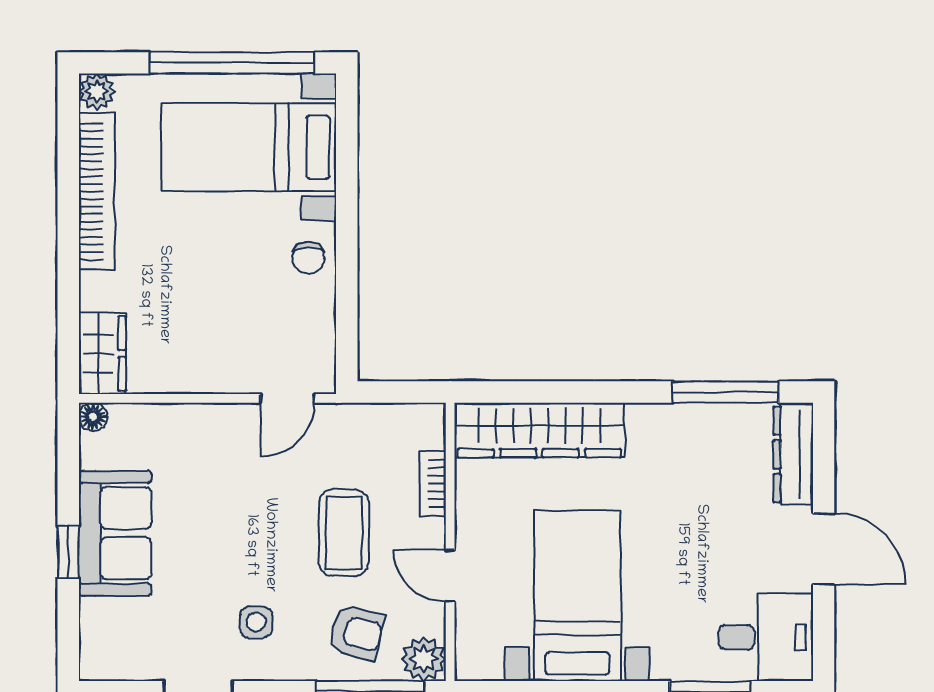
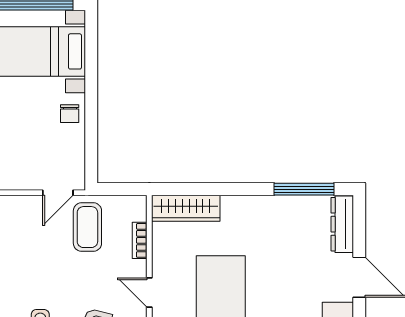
wardrobe: (539, 430) -> (186, 208), width x0.71, depth x0.85
coffee table: (344, 533) -> (87, 227), moved

